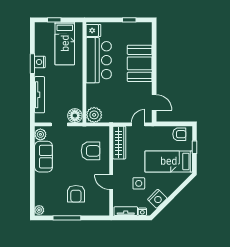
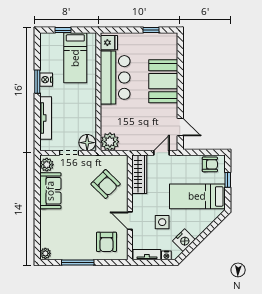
armchair: (91, 151) -> (106, 184), turned 45
armchair: (76, 194) -> (106, 242), moved

